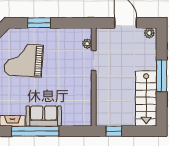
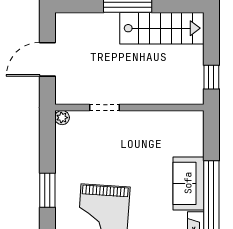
plant: (149, 33) -> (63, 24), removed
plant: (87, 44) -> (62, 118), moved

